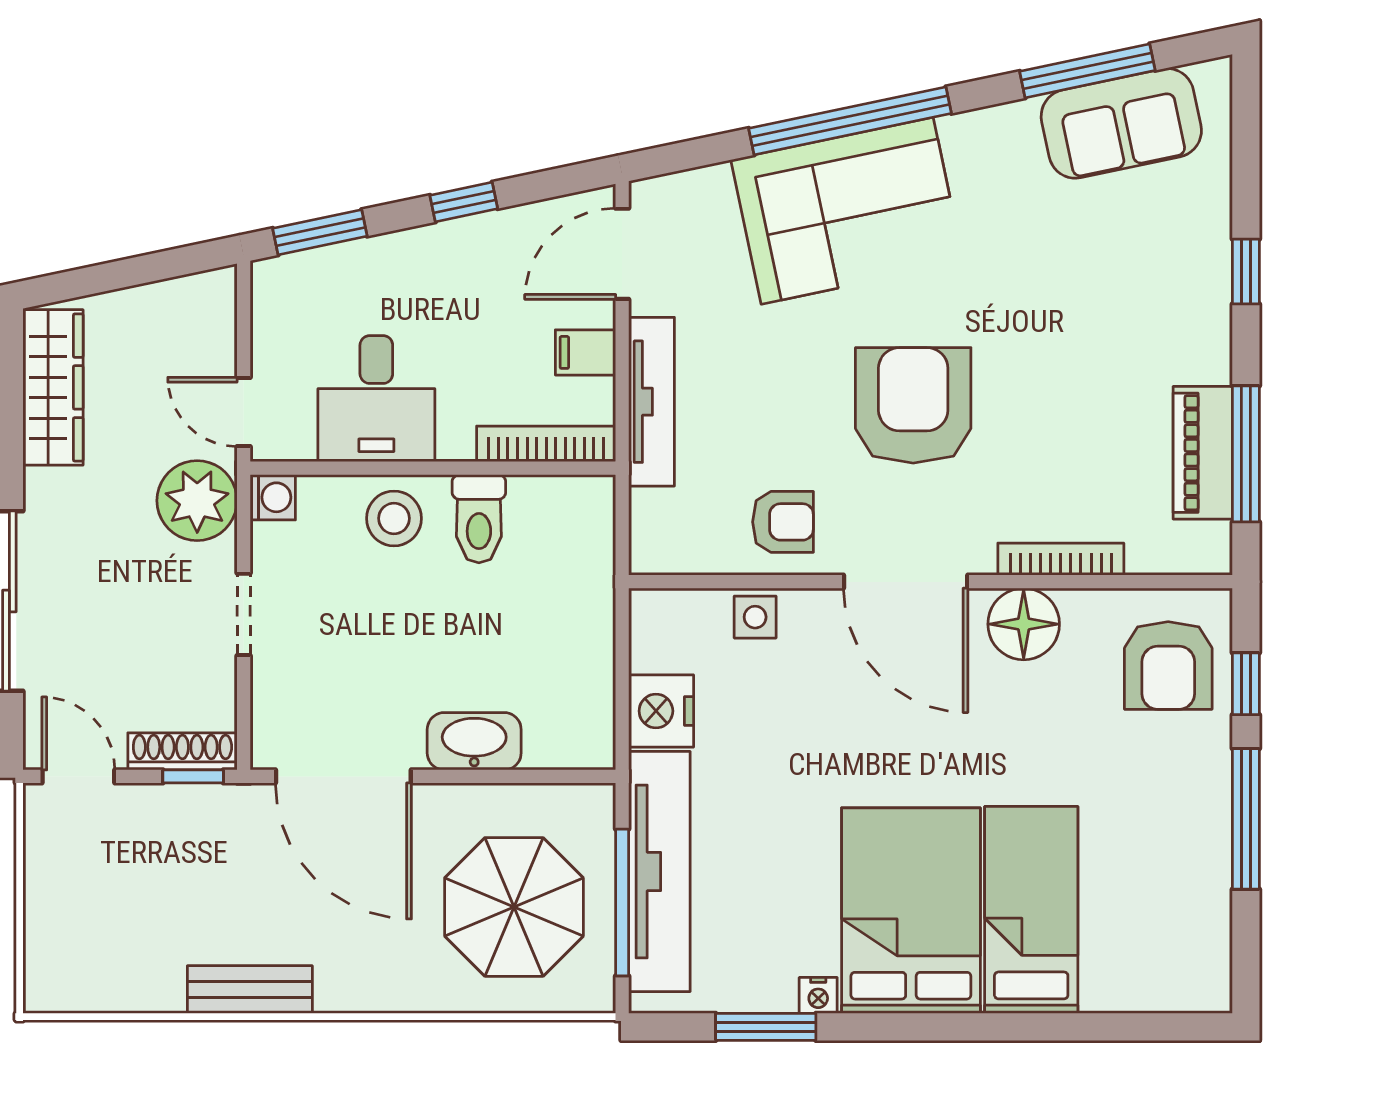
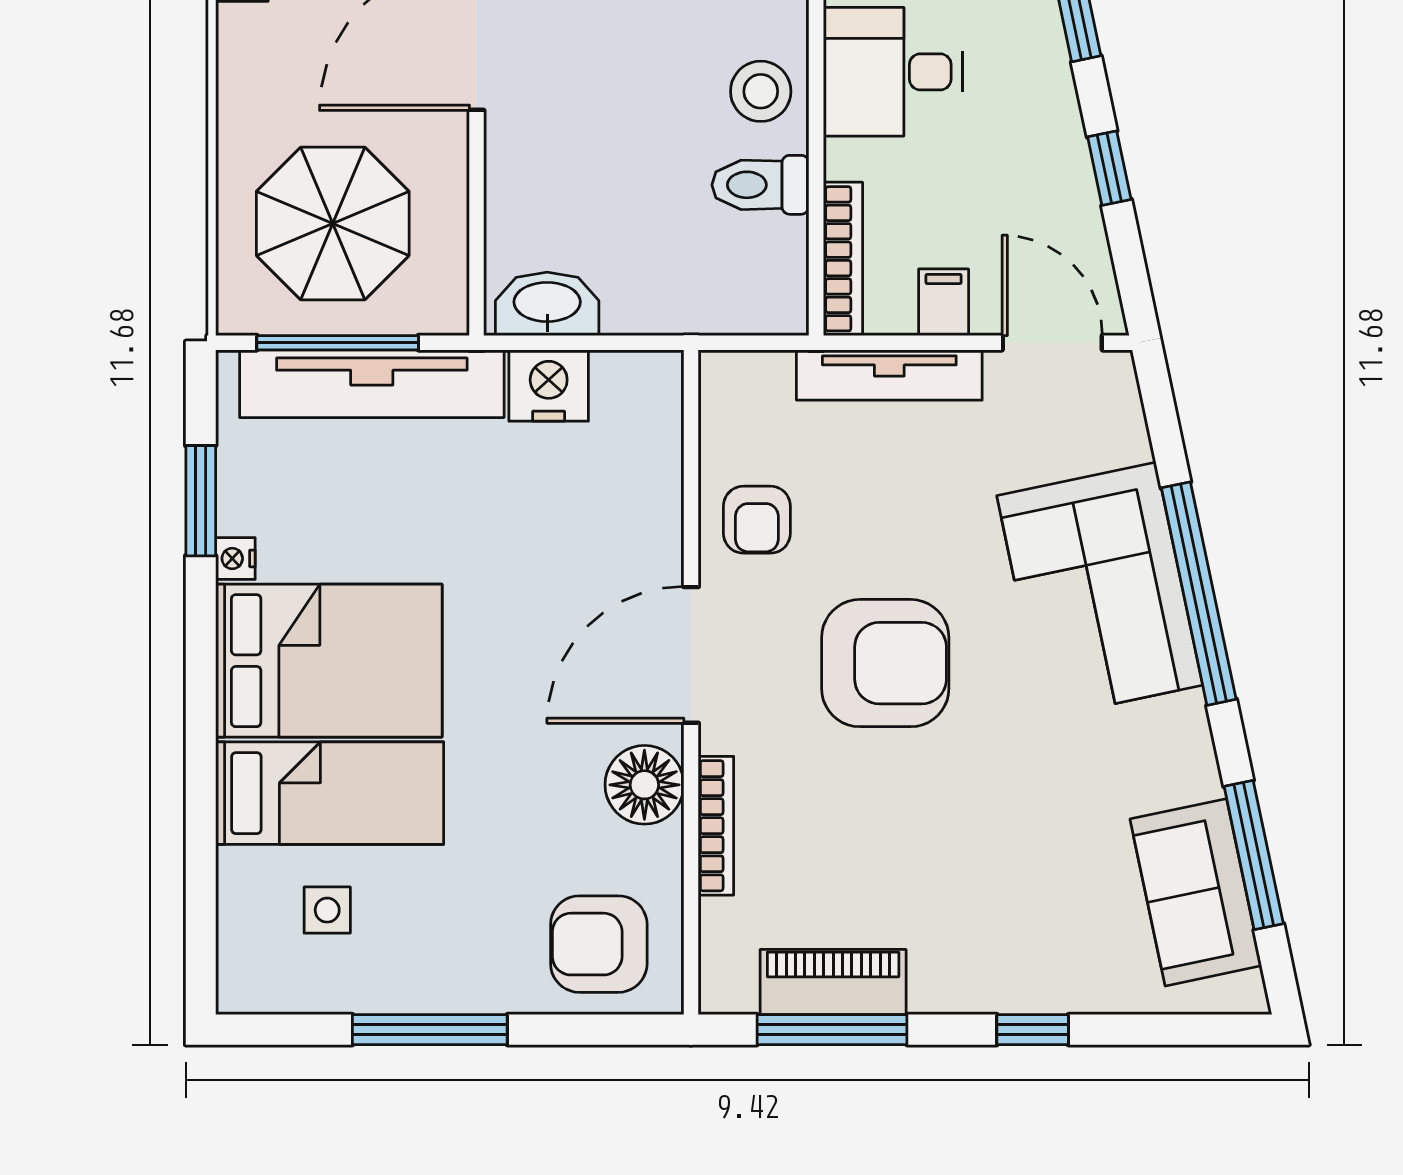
side table: (755, 617) -> (327, 910), moved
window: (1246, 684) -> (579, 1030), removed
washbasin: (474, 741) -> (547, 304), moved, turned -90

